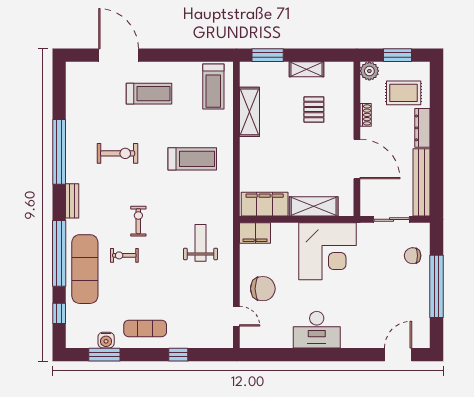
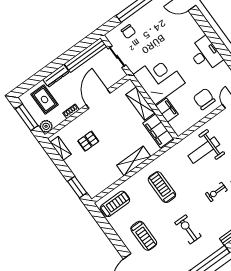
window: (398, 55) -> (27, 117), width x1.44
shelving: (307, 69) -> (61, 148), moved
treadmill: (149, 94) -> (144, 236), turned 180
shelving: (250, 112) -> (134, 161), moved
filing cabinet: (255, 233) -> (167, 110), moved
weight bench: (200, 243) -> (204, 150), width x1.36, depth x1.33

